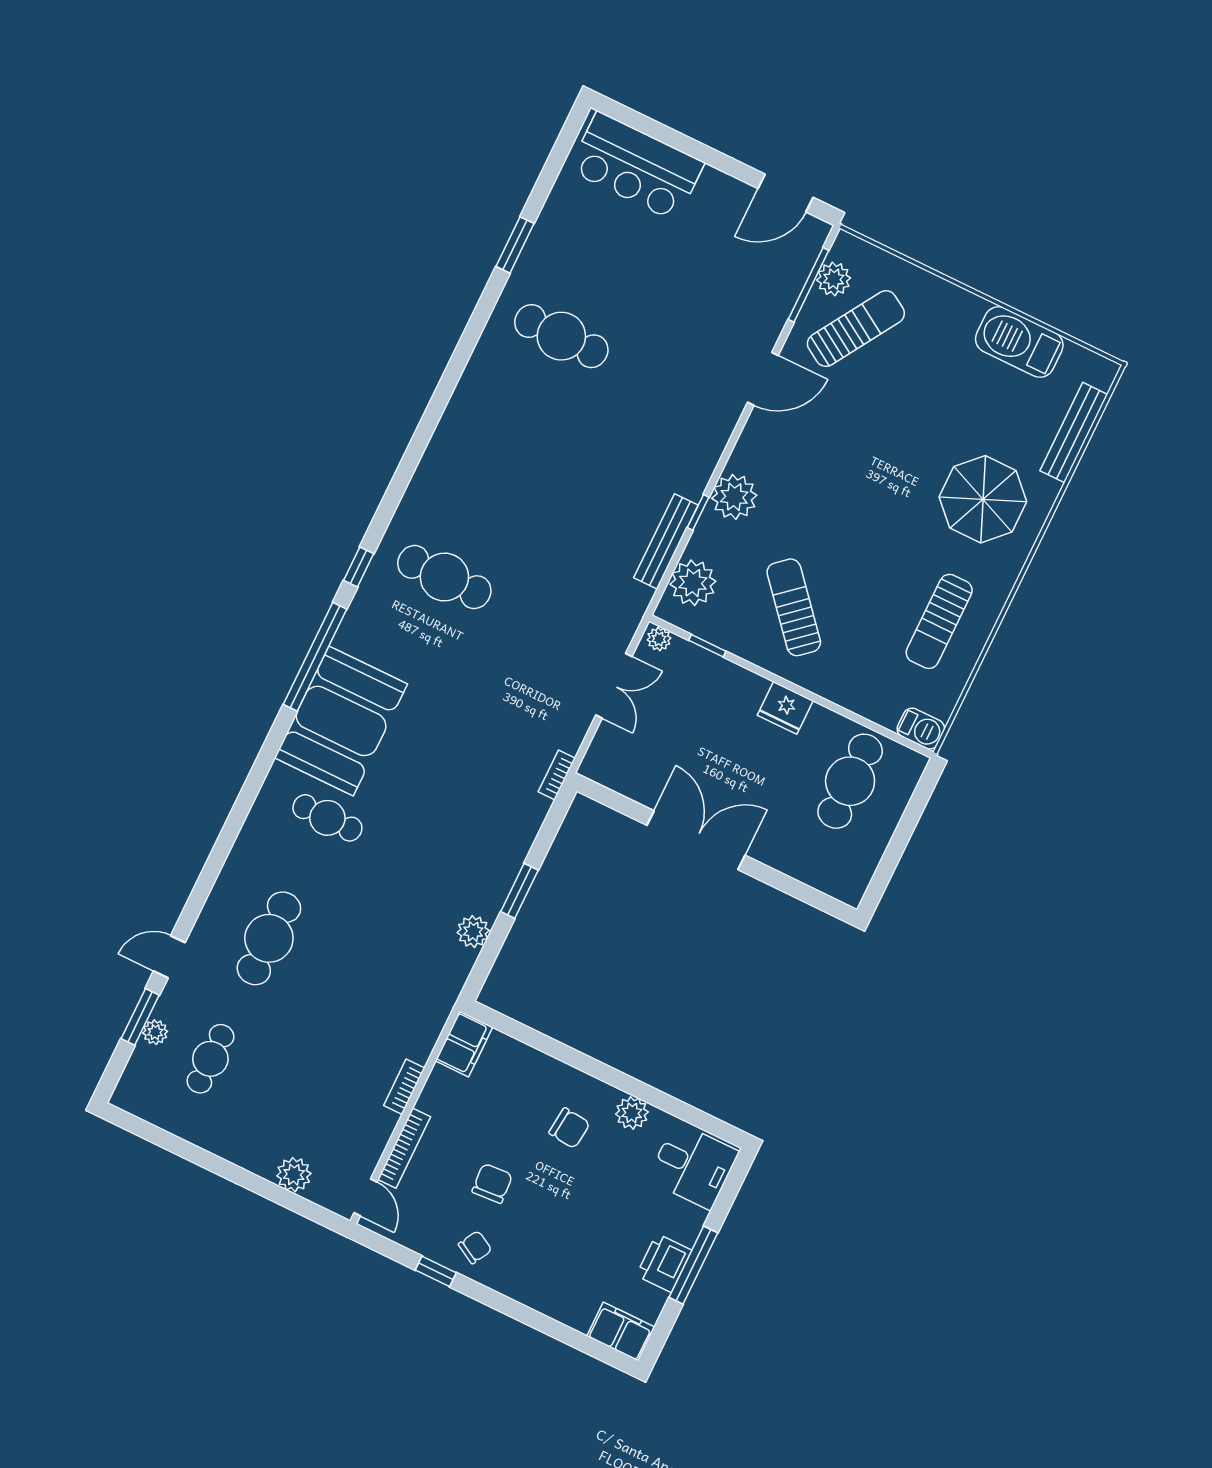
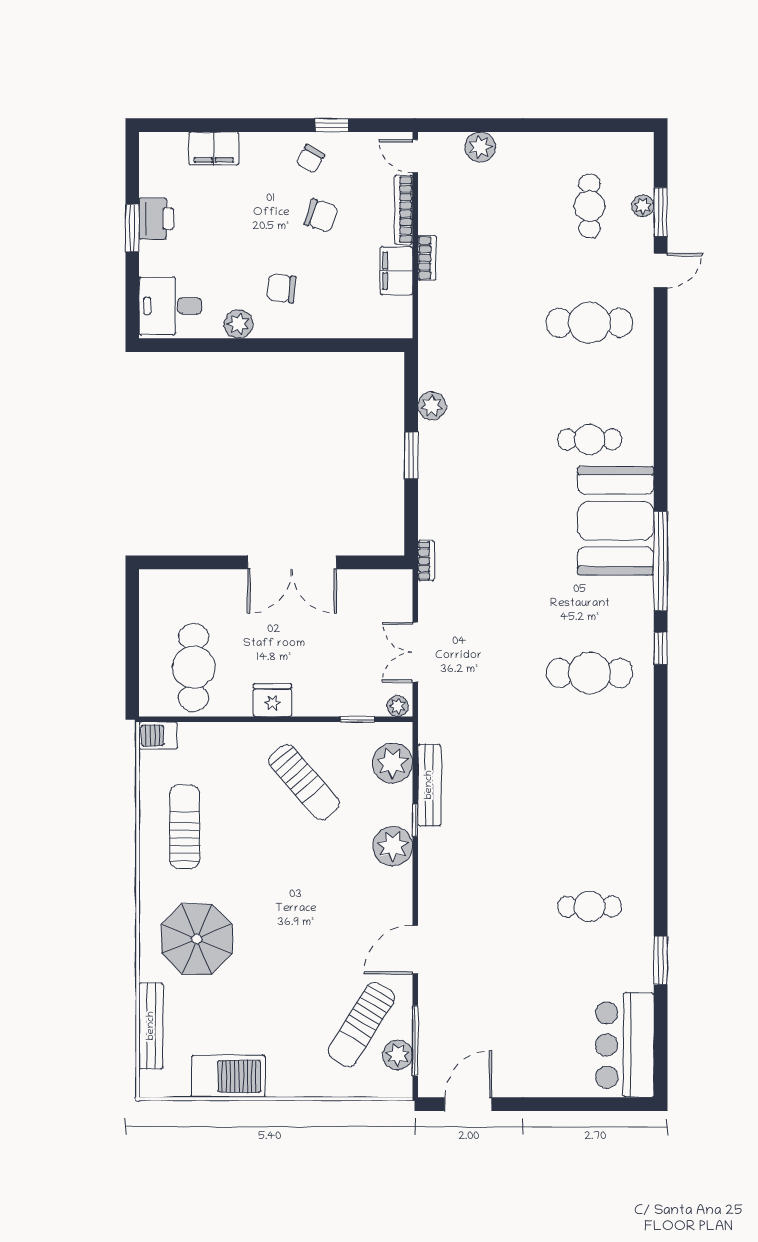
bar counter: (637, 166) -> (625, 1045), moved, turned -90
cafe table: (561, 336) -> (590, 906), width x0.73, depth x0.74
cafe table: (269, 938) -> (590, 323), turned 90
filing cabinet: (464, 1044) -> (396, 271), moved
chair: (492, 1183) -> (321, 216), turned -67
window: (693, 1265) -> (132, 228), width x0.69
filing cabinet: (621, 1331) -> (214, 148), moved

